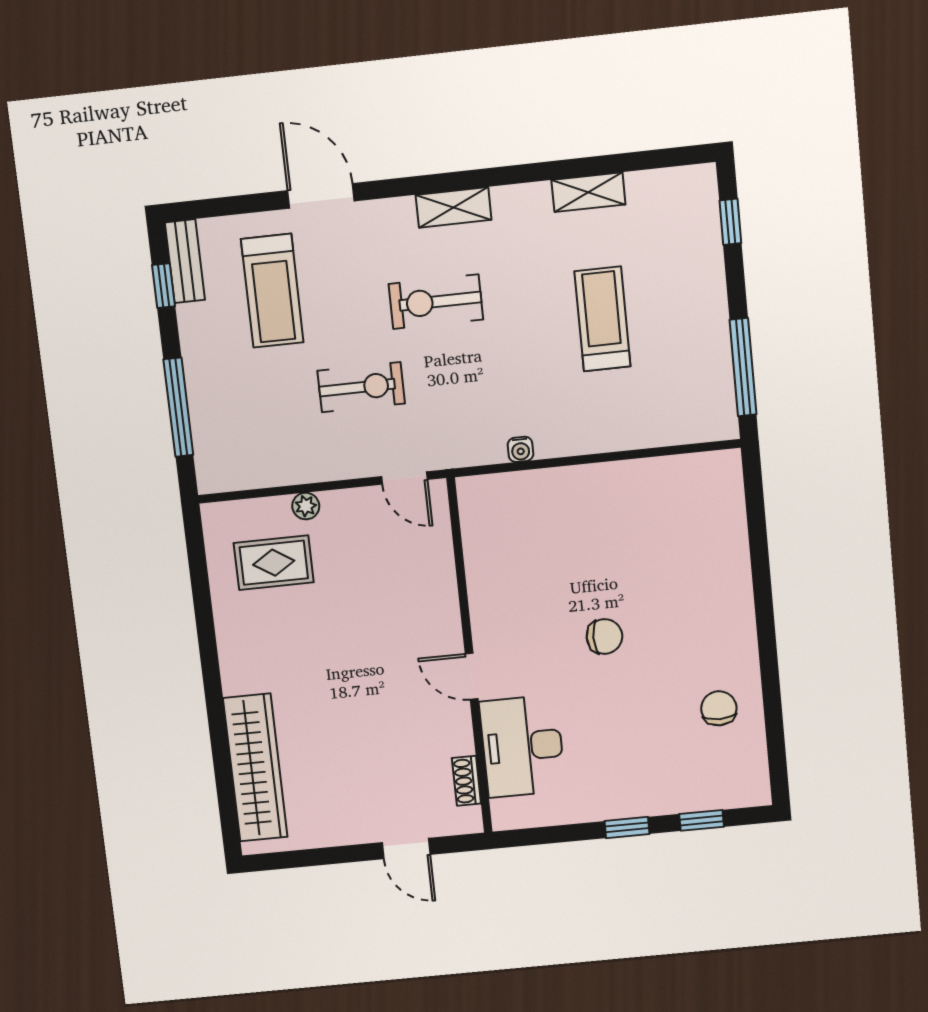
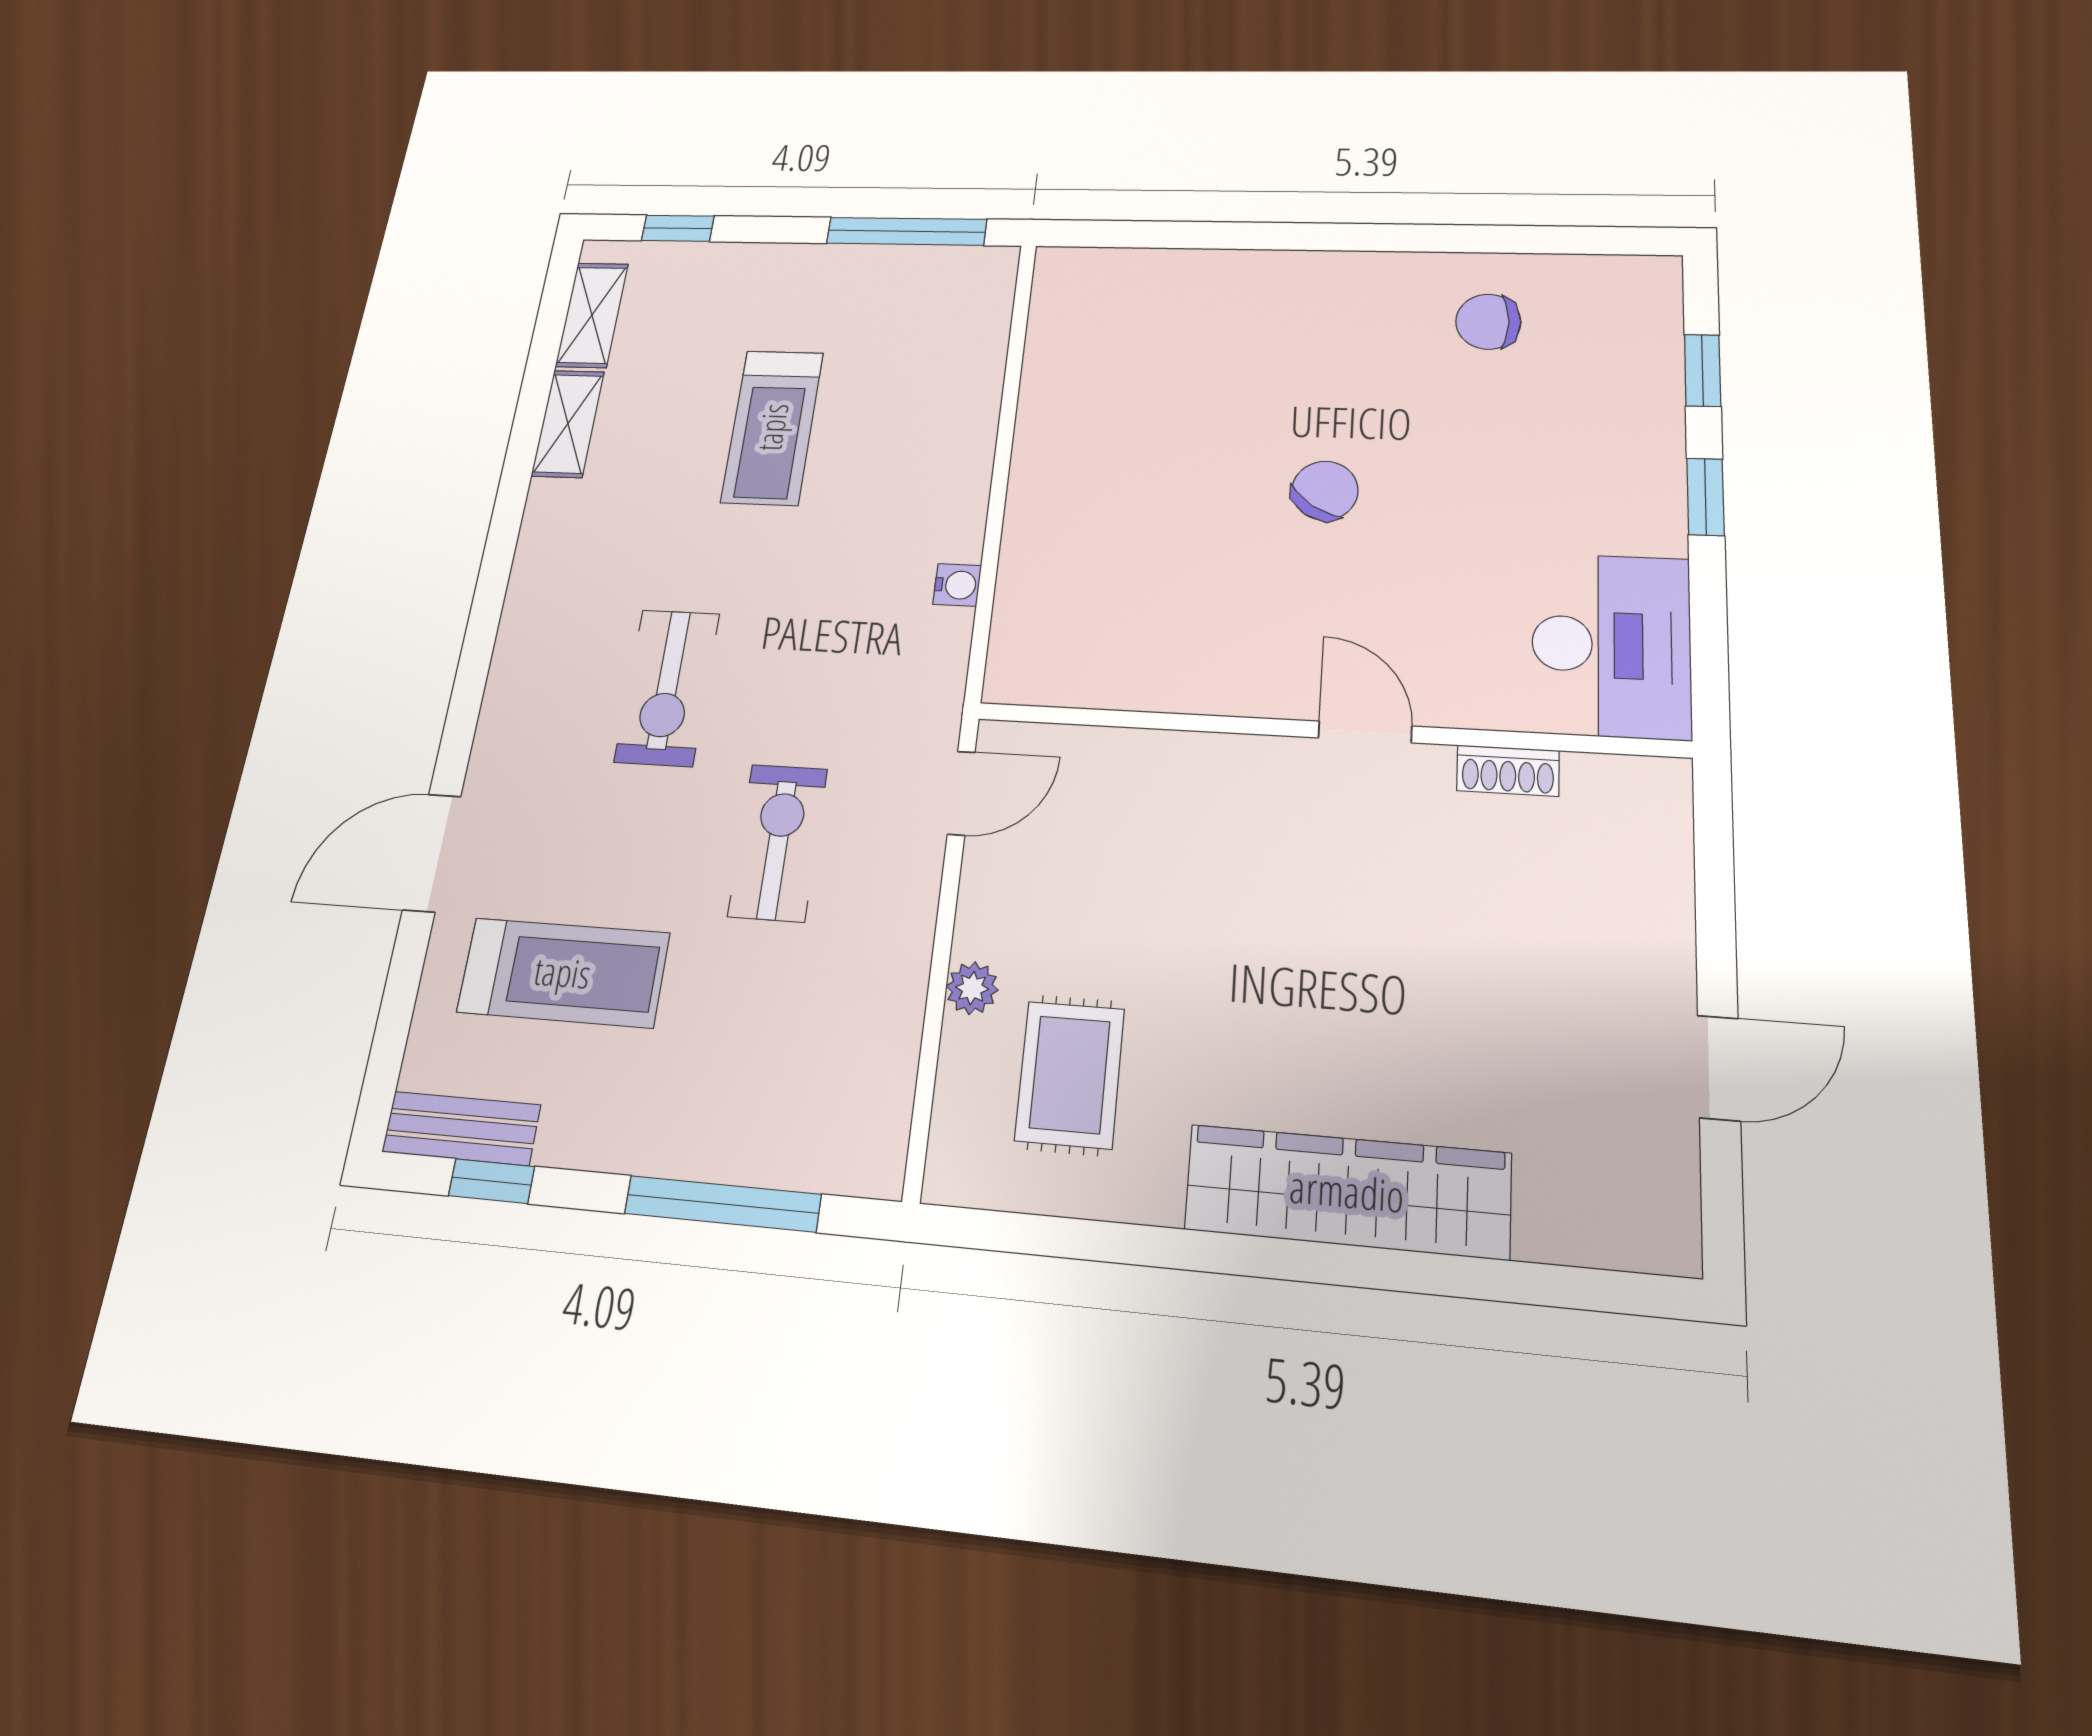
shelving: (454, 207) -> (592, 315), moved
treadmill: (602, 319) -> (772, 427), turned -90
chair: (604, 636) -> (1325, 491), turned 34
door: (472, 676) -> (1365, 732), swing flipped
desk: (522, 746) -> (1611, 645), moved, turned -90
wardrobe: (255, 768) -> (1347, 1191), moved
shoe rack: (466, 781) -> (1508, 771), moved
door: (406, 848) -> (1719, 1068), moved

